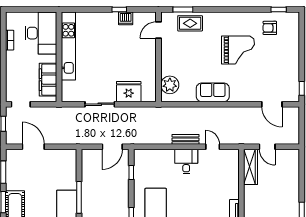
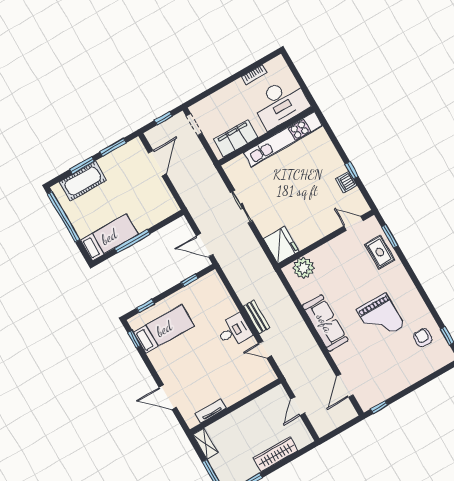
fridge: (129, 92) -> (281, 245), moved
sofa: (213, 92) -> (325, 323), width x1.36
door: (213, 147) -> (265, 350), swing flipped
wardrobe: (251, 167) -> (276, 454), moved, turned 180

